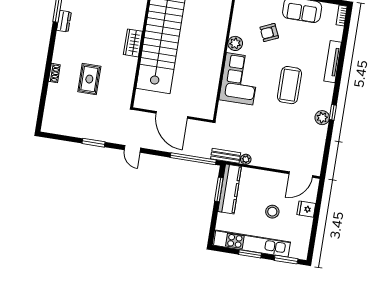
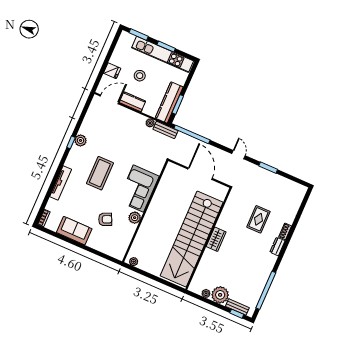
dresser: (64, 21) -> (277, 246), moved
kitchen counter: (273, 179) -> (132, 102), added

